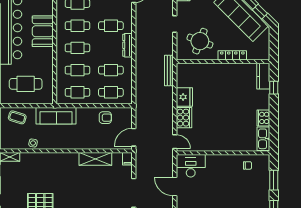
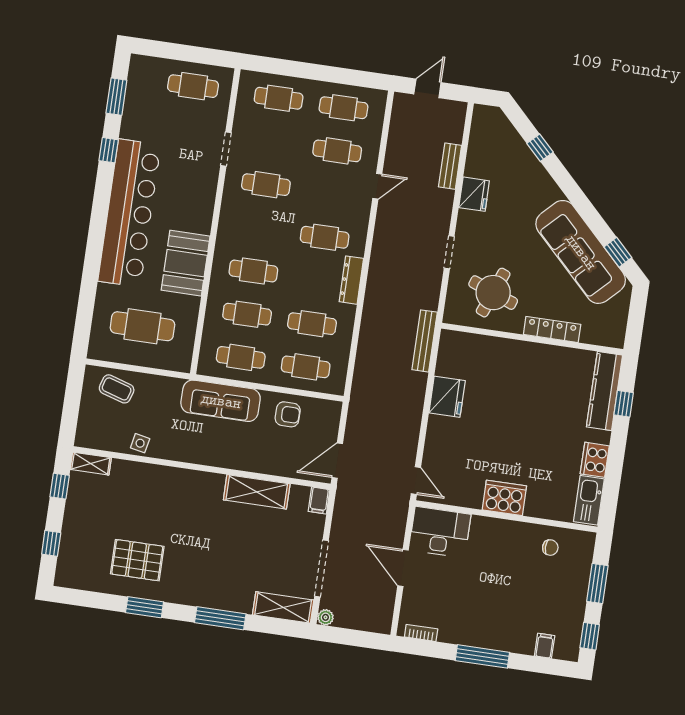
cafe table: (77, 26) -> (260, 228), removed
booth: (43, 31) -> (186, 263), moved
kitchen counter: (263, 76) -> (604, 391), width x1.50
sofa: (56, 116) -> (221, 401), moved
cooker: (184, 118) -> (504, 498), moved, turned -90

